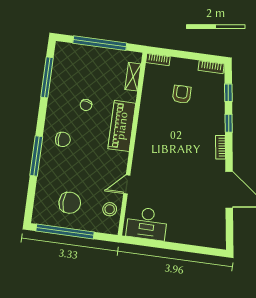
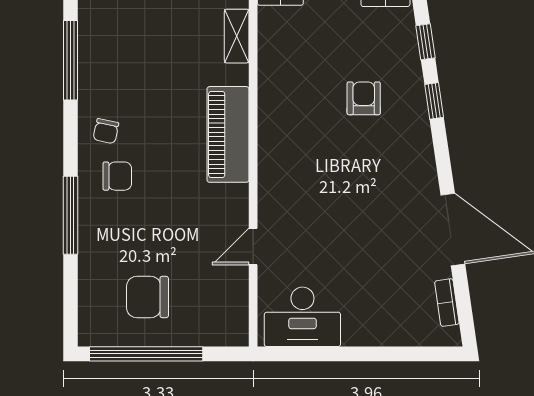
armchair: (182, 94) -> (364, 98), moved
chair: (86, 105) -> (106, 131), moved
bookcase: (220, 147) -> (447, 303), moved
chair: (70, 203) -> (148, 297), turned 180
stool: (110, 209) -> (227, 299), removed

